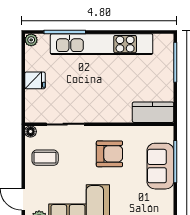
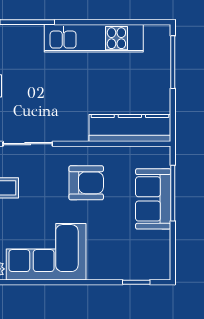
kitchen unit: (102, 44) -> (94, 38), width x0.73
kitchen counter: (153, 112) -> (130, 128), width x1.50

